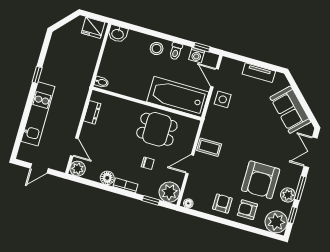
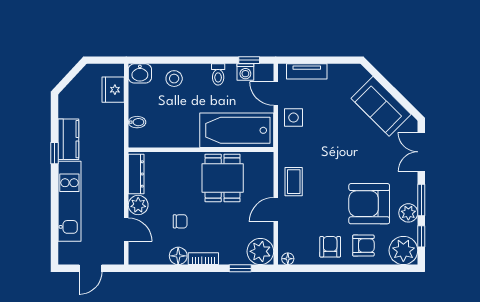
fridge: (93, 28) -> (113, 90), moved, turned 90
stool: (157, 49) -> (174, 79), moved
kitchen counter: (50, 67) -> (68, 139), added
tv unit: (259, 73) -> (307, 71), moved
bidet: (102, 82) -> (137, 122), moved
dresser: (92, 112) -> (136, 174), width x1.44
dining table: (157, 129) -> (223, 178), turned 90
coffee table: (209, 147) -> (294, 182), turned 90
chair: (148, 163) -> (180, 221), moved
plant: (78, 169) -> (138, 205), moved
armchair: (261, 180) -> (369, 204), turned 90
armchair: (247, 210) -> (363, 246), turned 180

